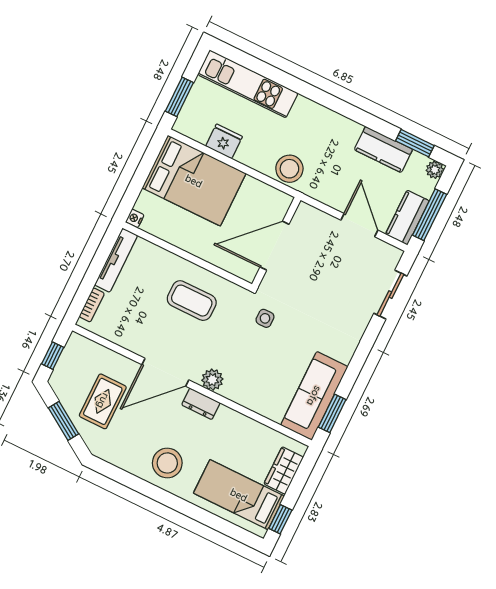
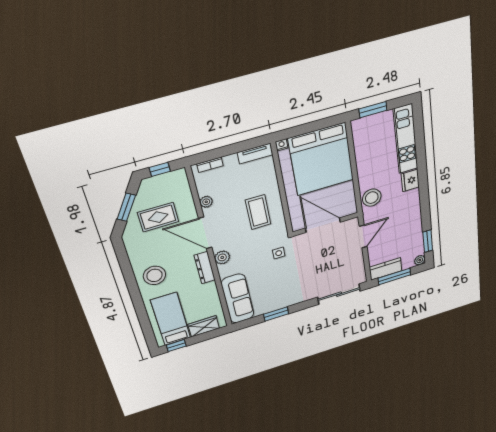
fridge: (224, 141) -> (410, 180), moved, turned 180
kitchen counter: (383, 149) -> (414, 231), removed
bed: (194, 181) -> (321, 159), width x1.36
door: (359, 225) -> (363, 236), moved
tv unit: (116, 260) -> (255, 154), width x0.71
sliding door: (390, 295) -> (339, 294), width x1.37
plant: (130, 342) -> (206, 202), added
sofa: (314, 396) -> (238, 299), moved, turned 90
dresser: (201, 404) -> (205, 268), width x1.44
window: (332, 413) -> (276, 314), moved

